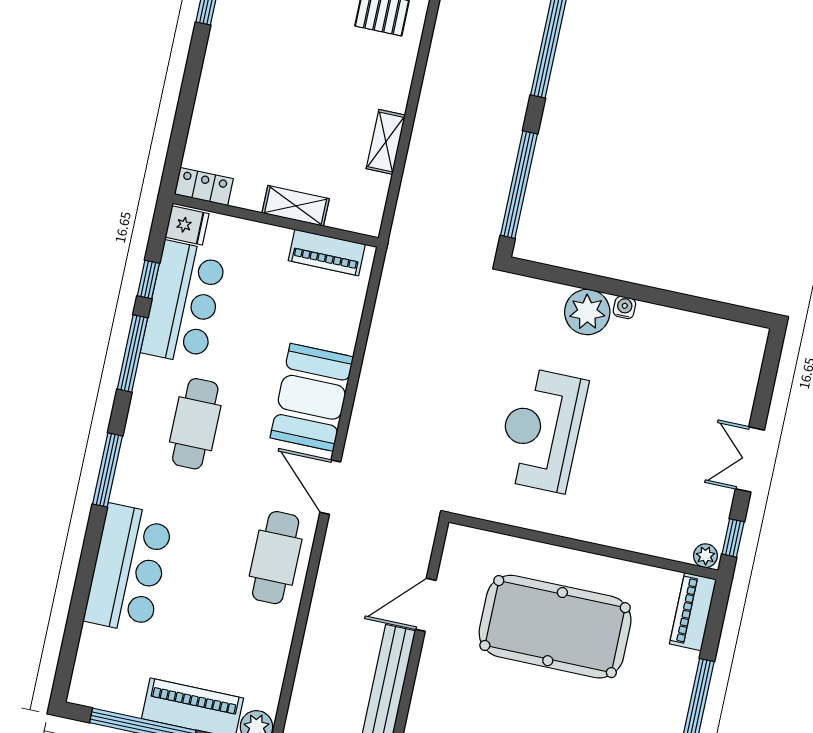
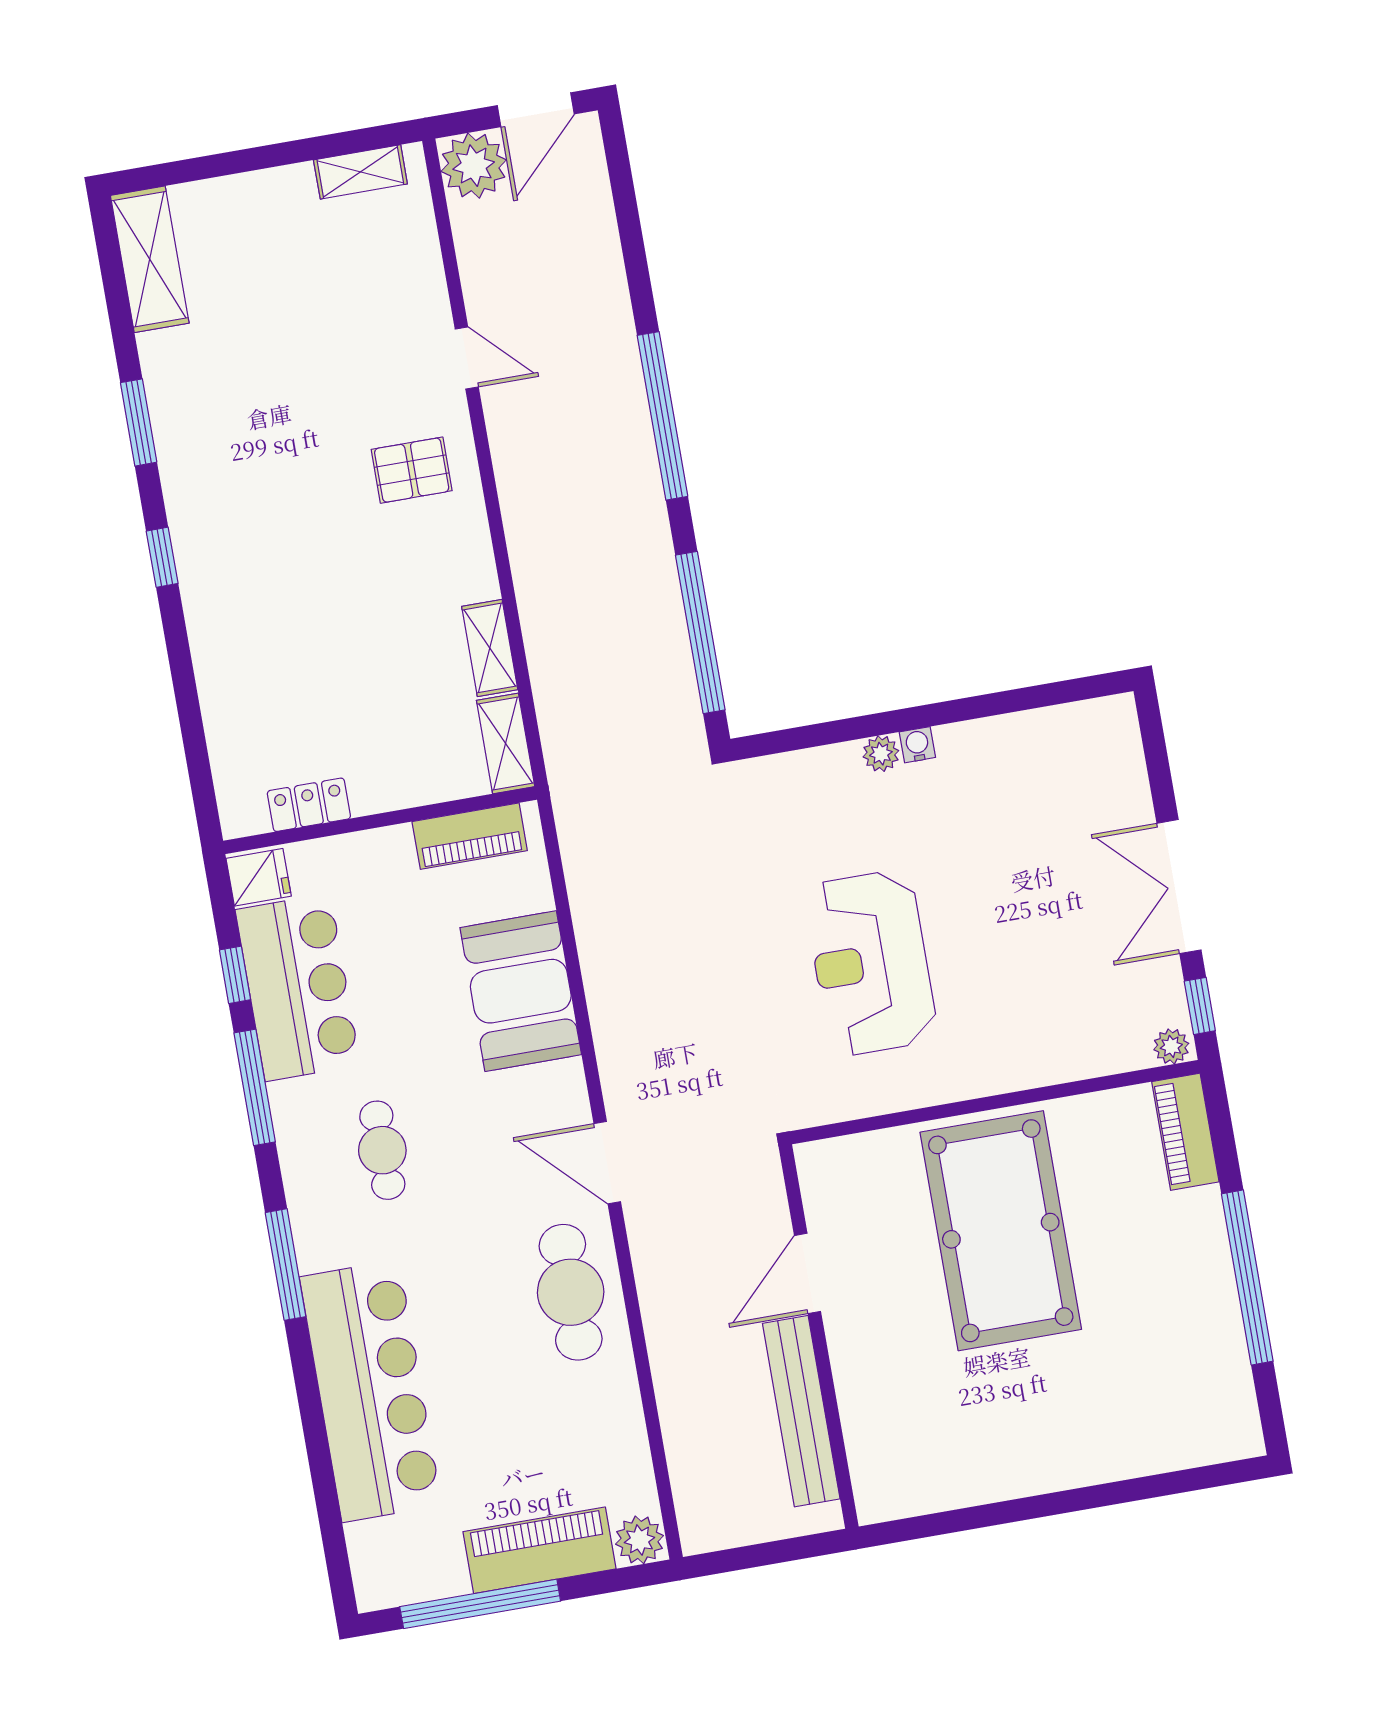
locker: (204, 186) -> (309, 805), moved
shelving: (296, 206) -> (506, 743), moved, turned 90
plant: (587, 312) -> (881, 754), width x0.53, depth x0.53
booth: (312, 397) -> (521, 991), moved
cafe table: (195, 424) -> (382, 1150), width x0.73, depth x0.74
double door: (750, 459) -> (1179, 887), width x1.37
bar counter: (128, 569) -> (371, 1391), width x1.36
pool table: (555, 627) -> (1001, 1231), turned 90

